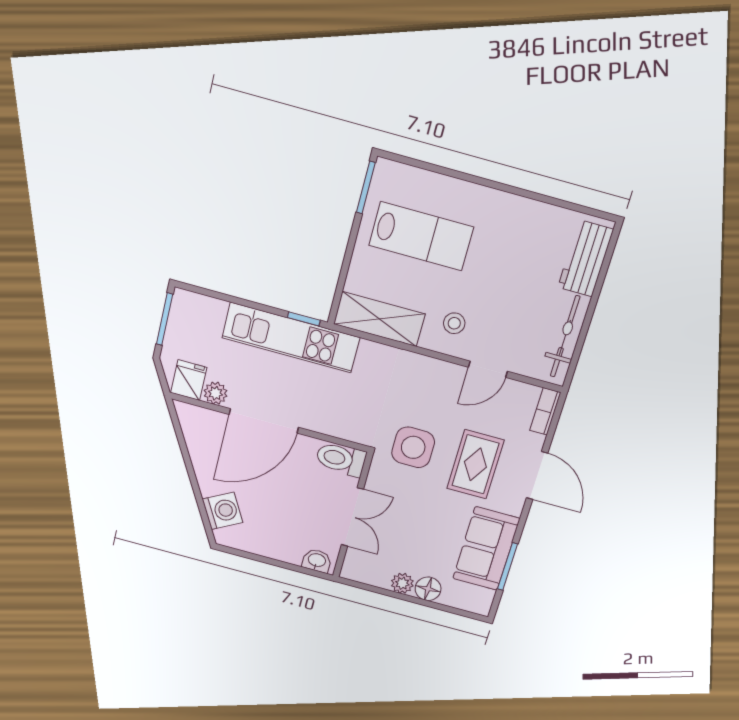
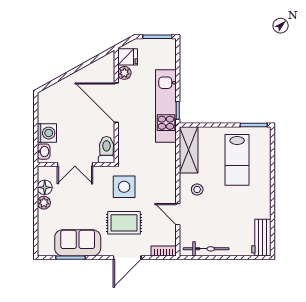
workbench: (586, 259) -> (261, 238), moved, turned -90
washing machine: (222, 511) -> (47, 133), moved, turned -61
floor lamp: (428, 589) -> (45, 187), moved

